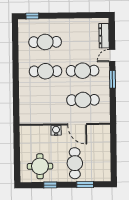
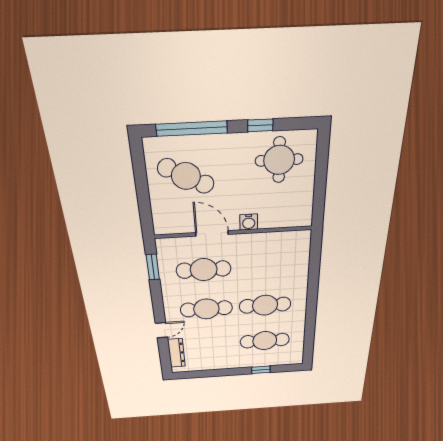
window: (32, 16) -> (261, 370), moved
window: (112, 79) -> (153, 267), moved
cafe table: (75, 163) -> (186, 176), moved, turned -62
window: (85, 184) -> (192, 129), width x2.11

